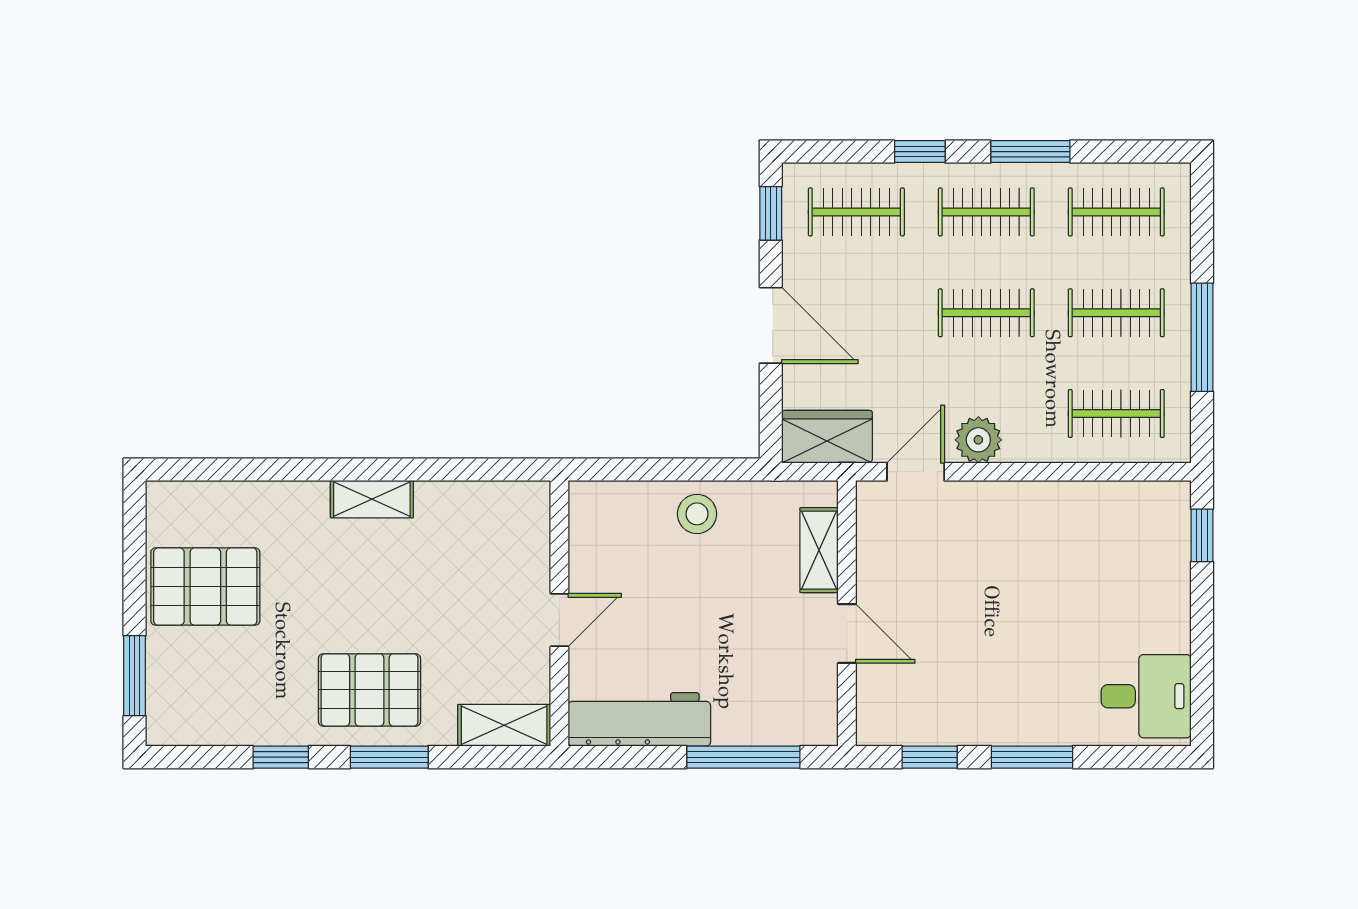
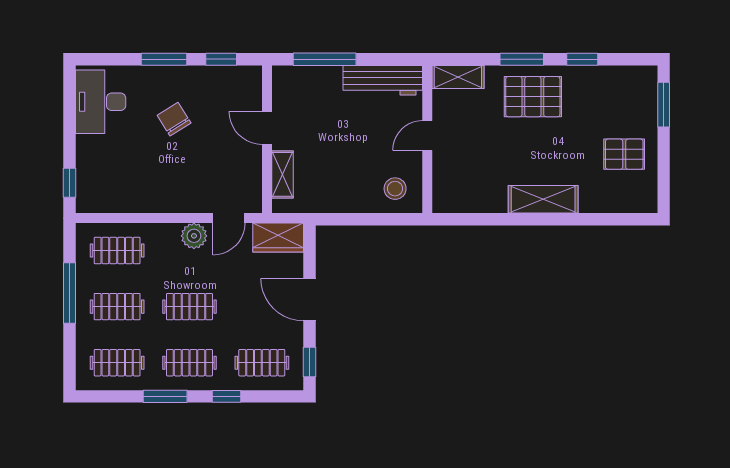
shelving: (372, 499) -> (543, 199), width x1.50, depth x1.33
stool: (697, 514) -> (395, 189), moved
pallet: (205, 587) -> (624, 154), width x0.67, depth x0.71
chair: (1014, 649) -> (174, 119), added
desk: (1146, 696) -> (101, 102), width x1.37

